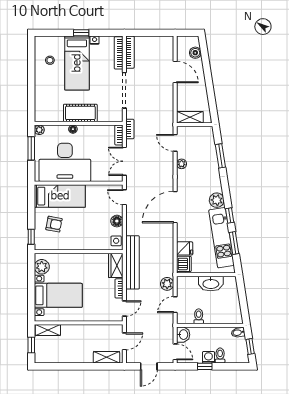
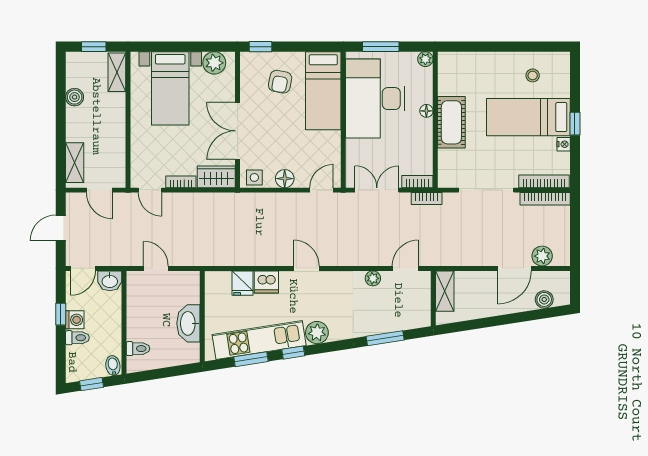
window: (31, 148) -> (381, 47), moved
door: (175, 207) -> (306, 268), width x0.53
double door: (86, 252) -> (238, 131), added
bench: (133, 262) -> (221, 203), removed
dishwasher: (184, 264) -> (266, 282), moved
plant: (167, 284) -> (542, 256), moved
toilet: (199, 316) -> (138, 349), moved
boiler: (64, 357) -> (75, 97), added
door: (149, 366) -> (61, 228), hinge flipped

